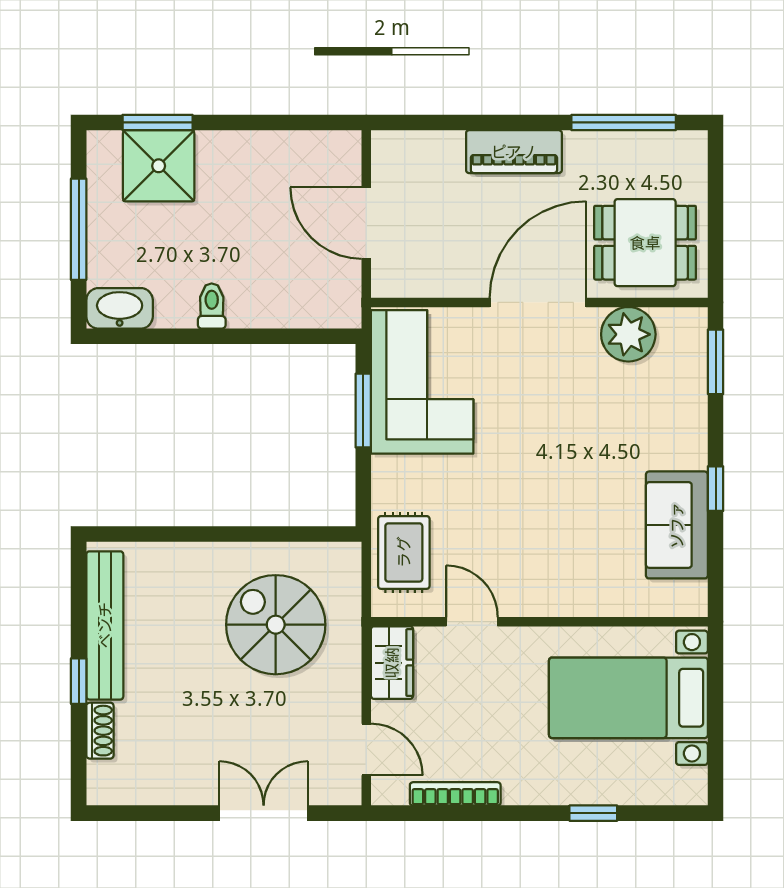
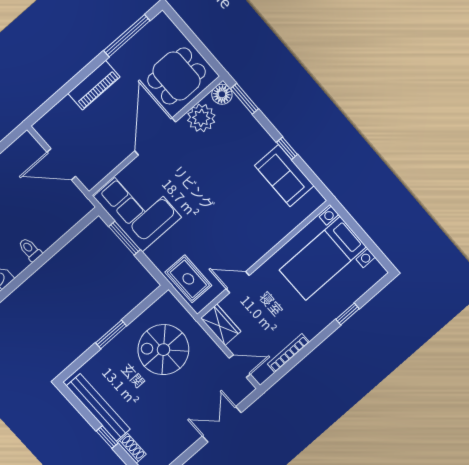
floor lamp: (688, 327) -> (222, 94), added
window: (219, 534) -> (111, 334), added

